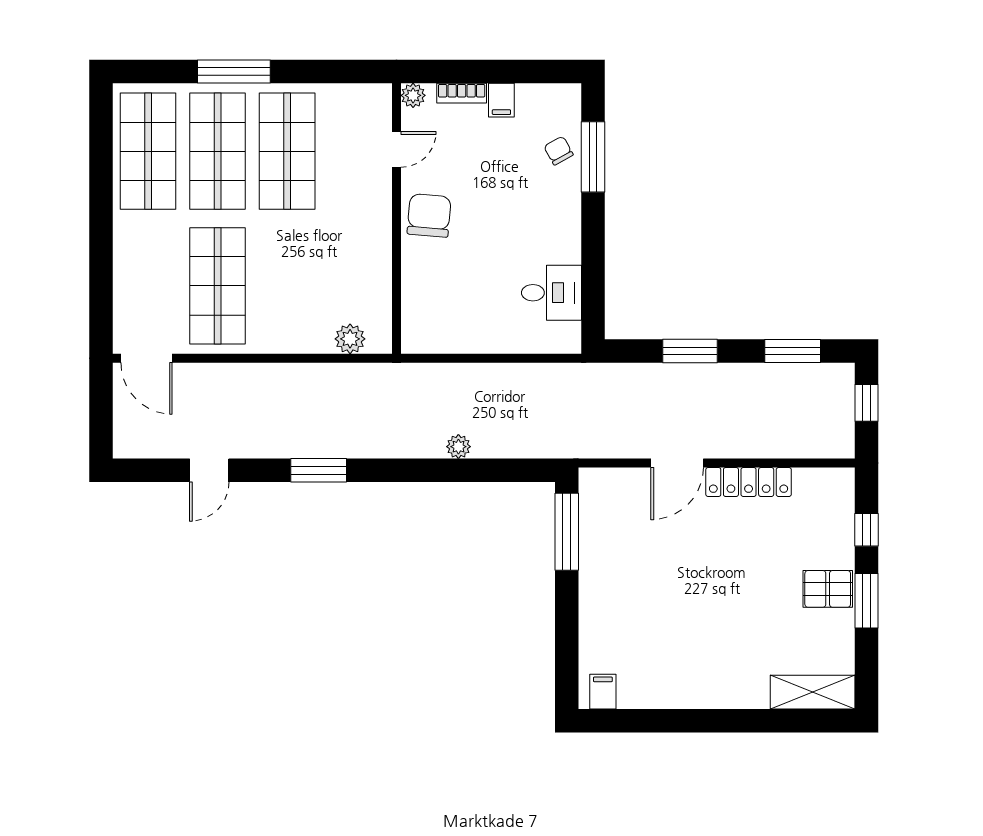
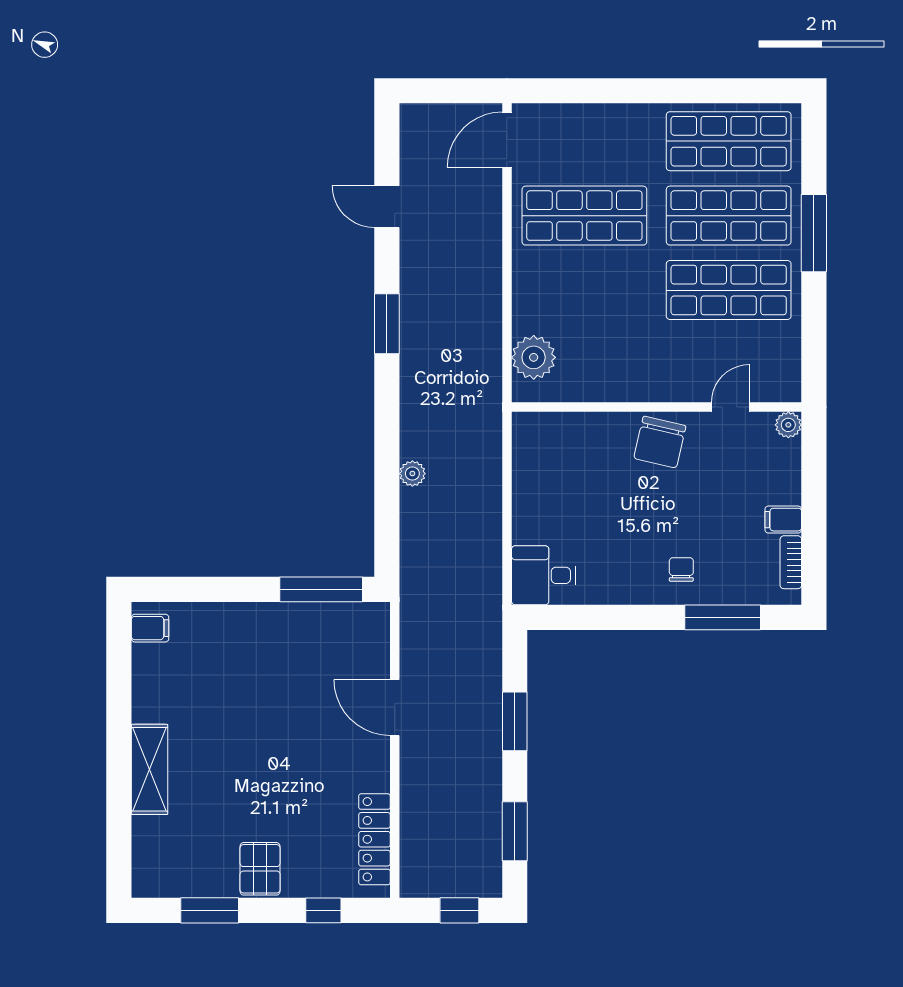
bookcase: (462, 93) -> (791, 562), moved
door: (396, 149) -> (731, 407), swing flipped
chair: (559, 151) -> (681, 569), moved, turned -61
chair: (429, 215) -> (660, 442), turned 98
desk: (551, 293) -> (544, 575), moved, turned 90
plant: (350, 339) -> (534, 357), width x1.36, depth x1.36
locker: (749, 482) -> (374, 839), moved
window: (867, 601) -> (210, 910), moved
shelving: (813, 692) -> (150, 769), moved

